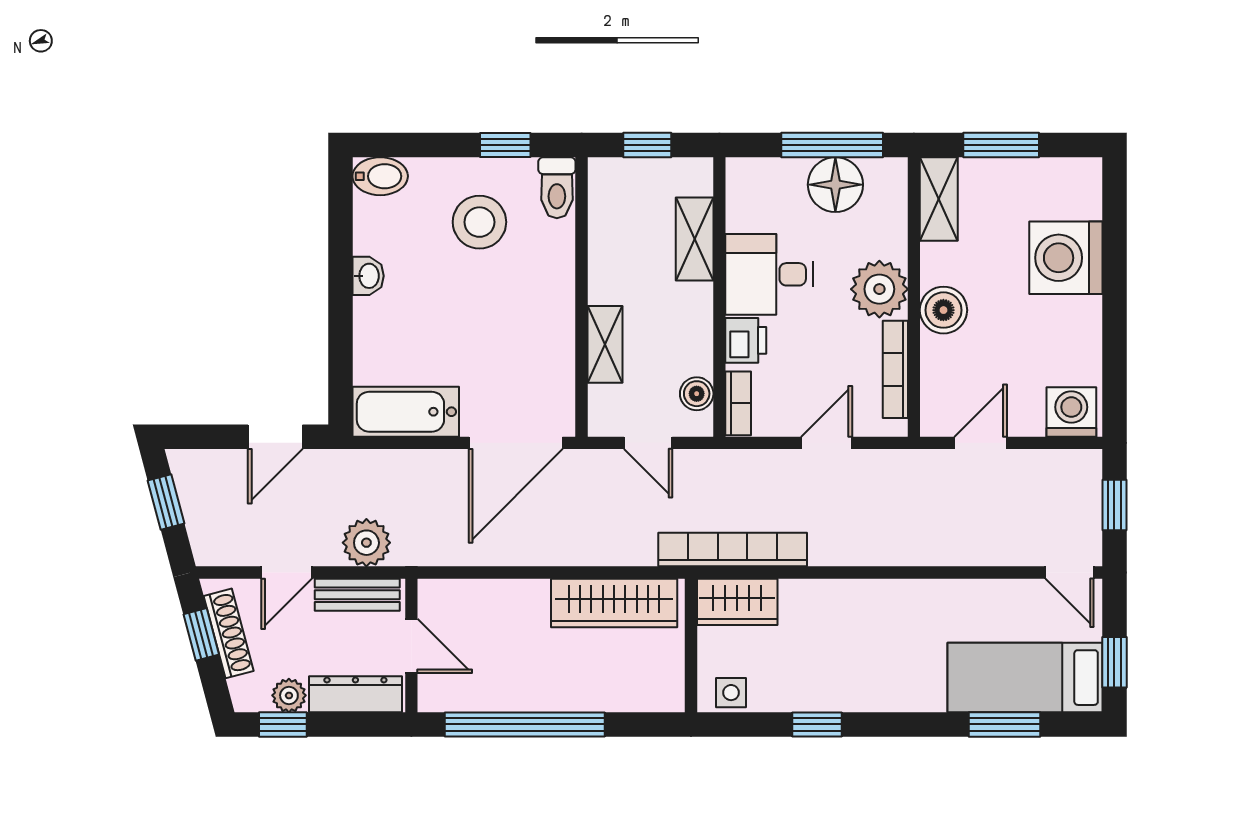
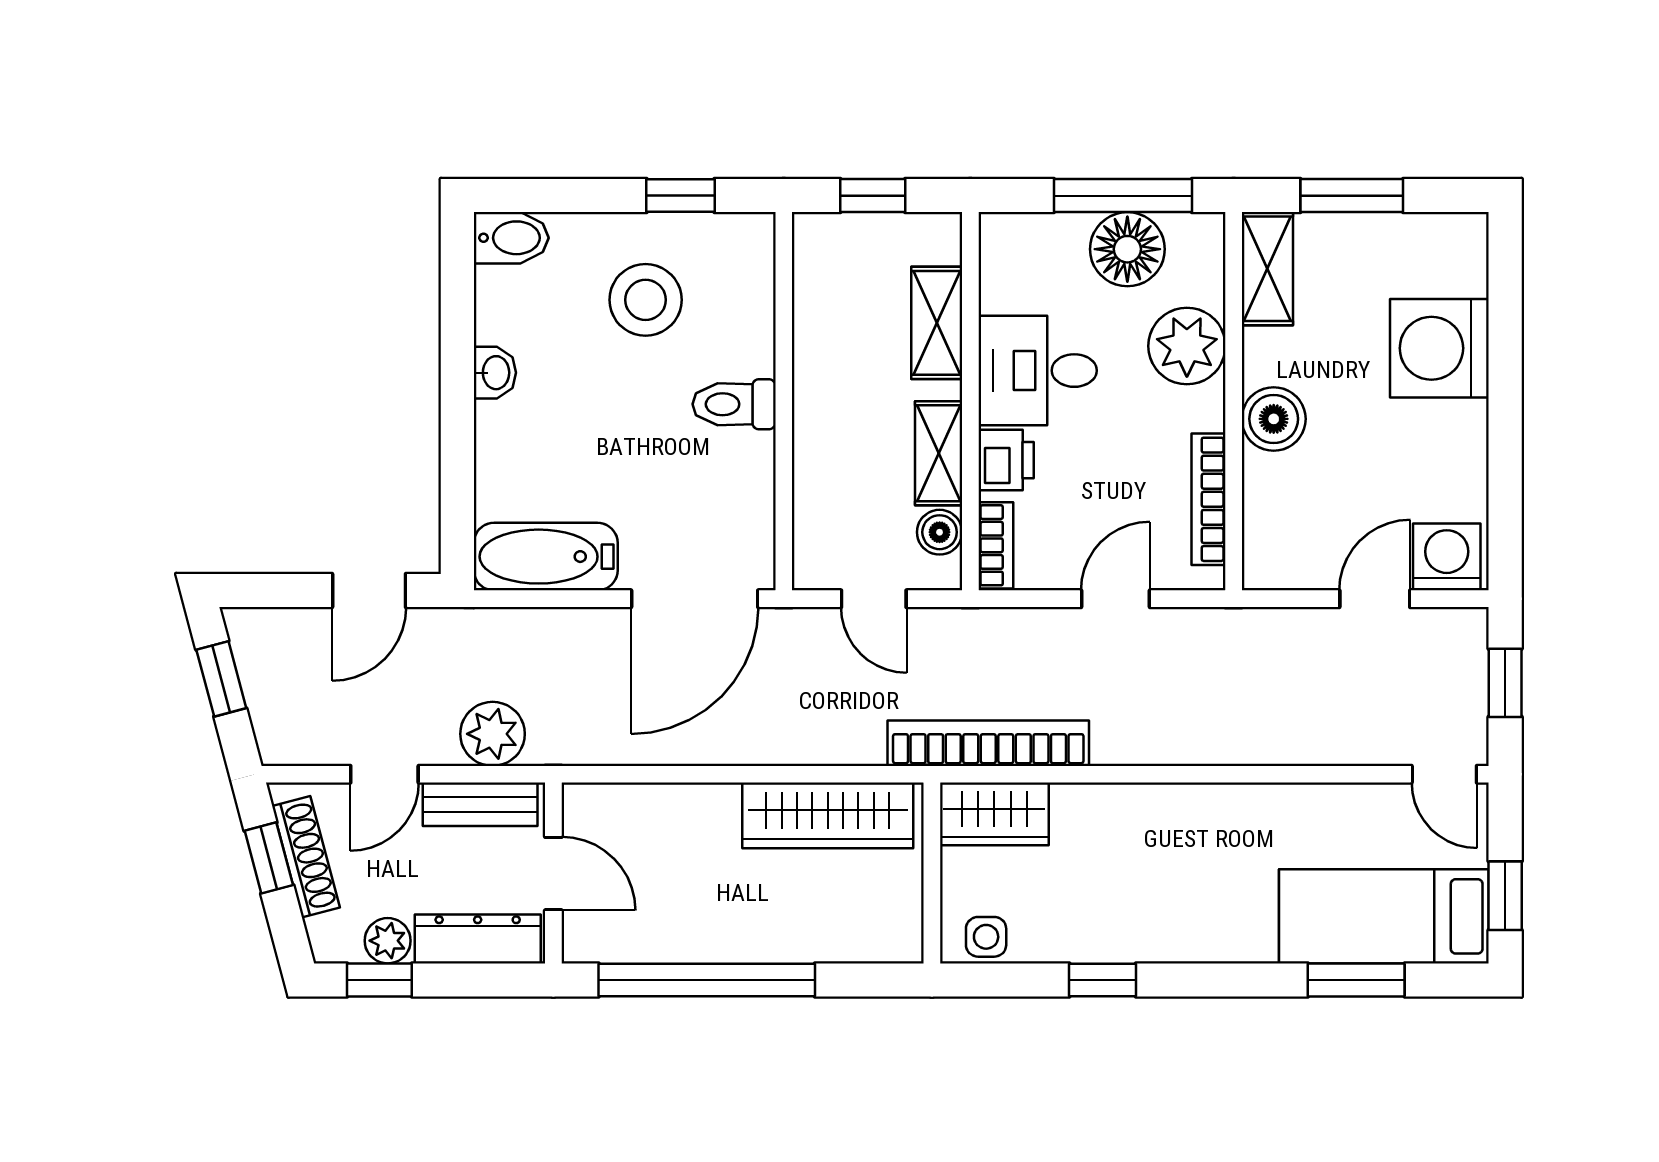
toilet: (557, 188) -> (734, 404), moved, turned 90
plant: (879, 289) -> (1187, 346), moved
shelving: (605, 344) -> (939, 453), moved
door: (981, 443) -> (1375, 599), moved

